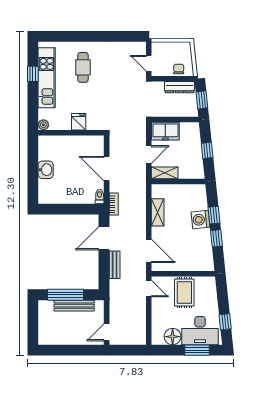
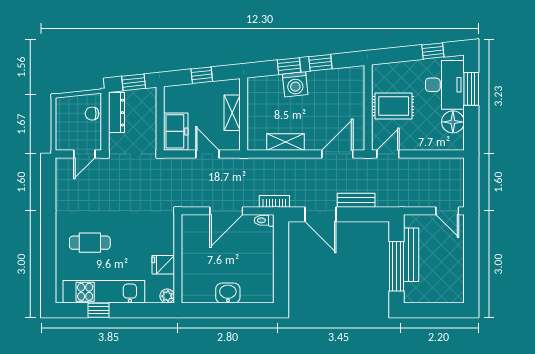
fridge: (79, 122) -> (163, 265), moved
shelving: (165, 173) -> (232, 113), moved

